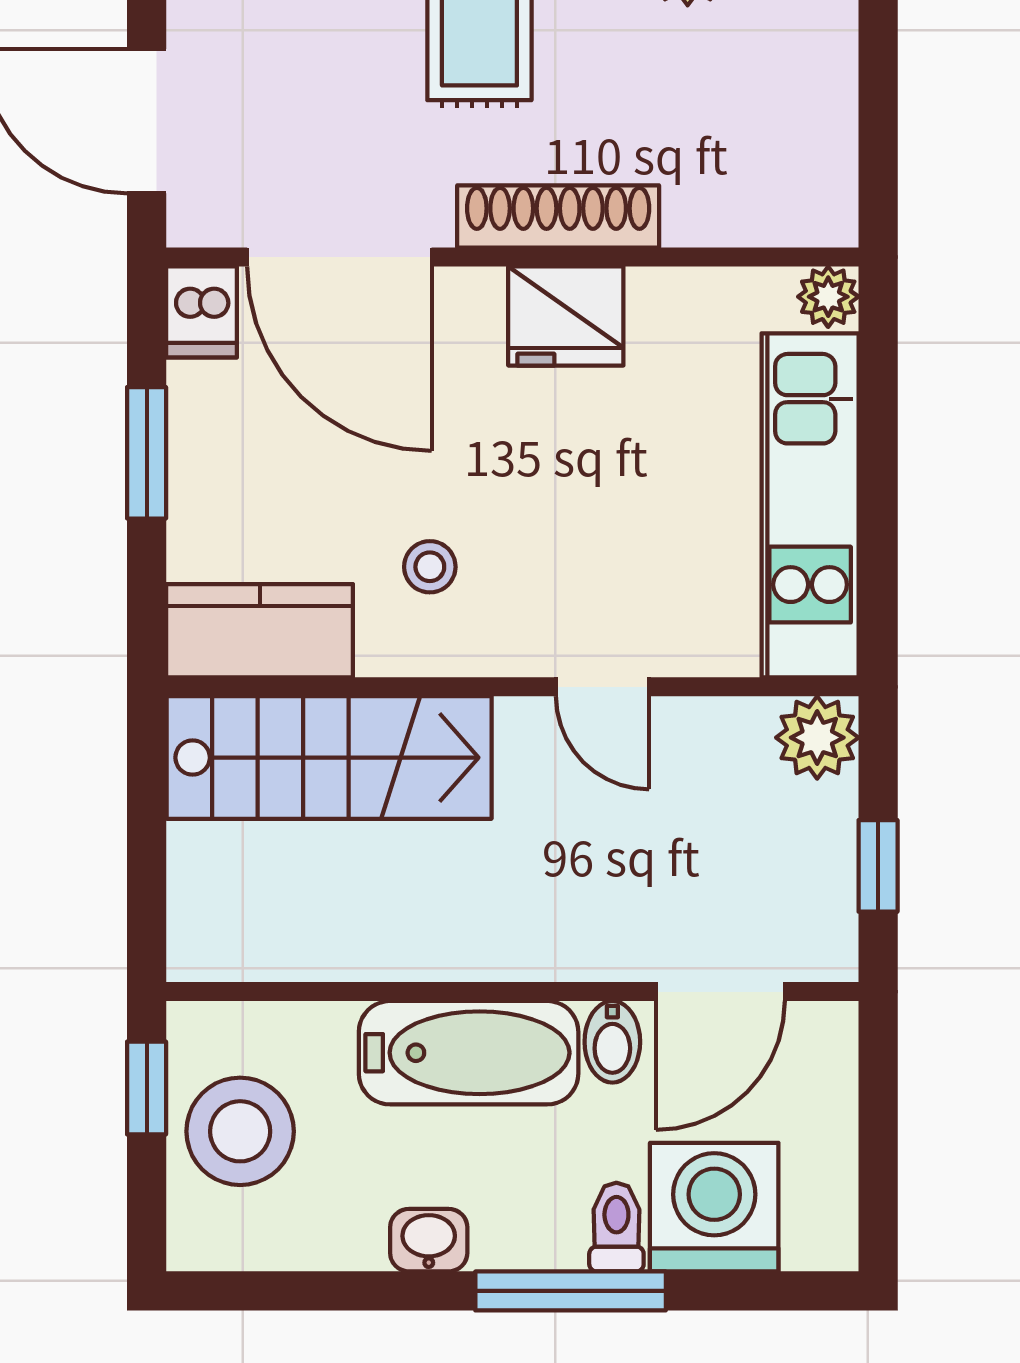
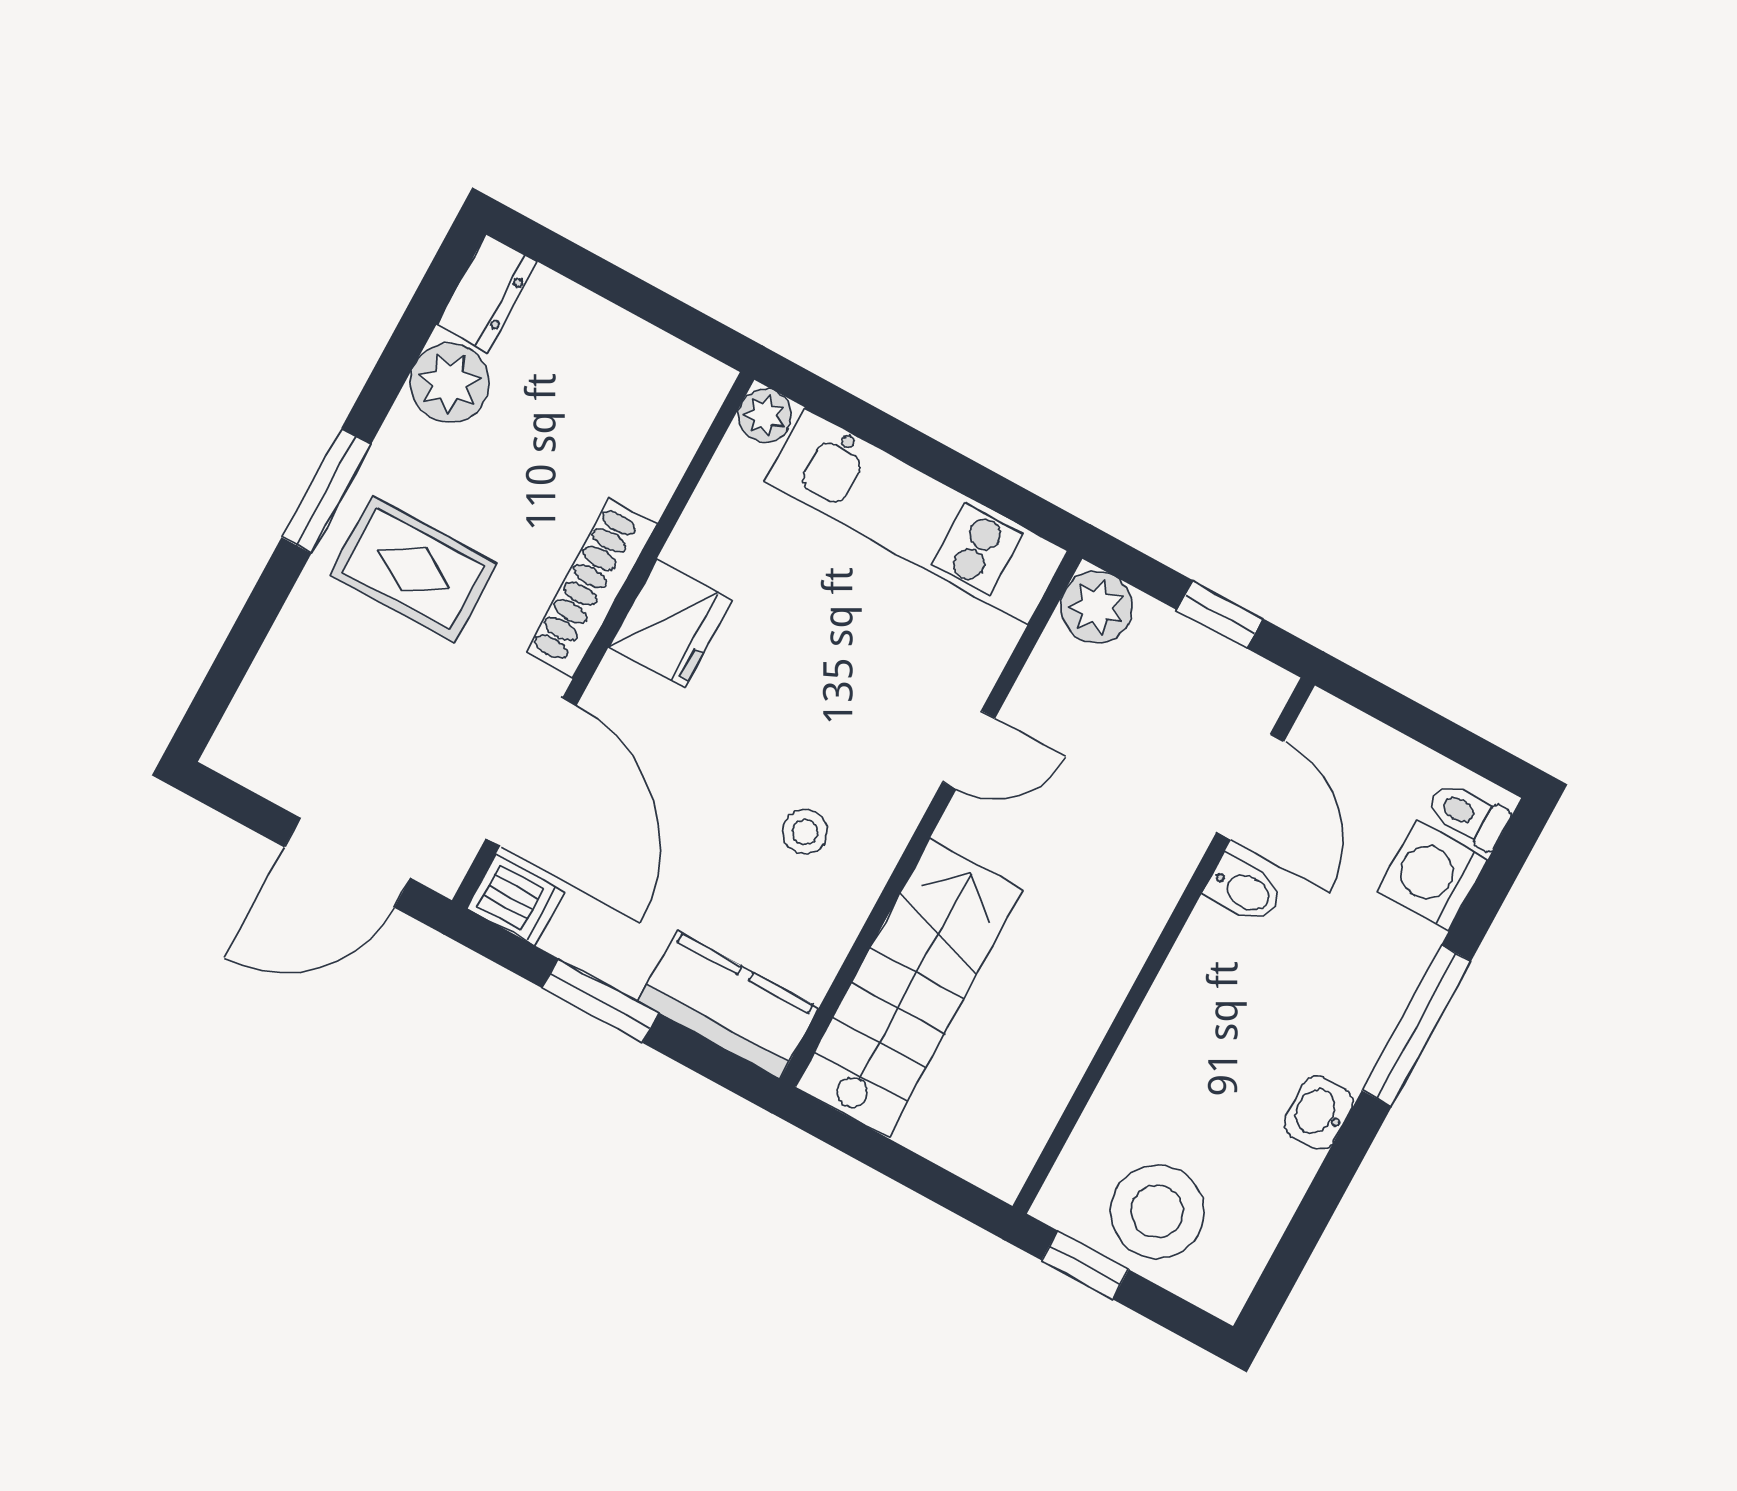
door: (339, 257) -> (531, 772), hinge flipped
kitchen counter: (260, 631) -> (728, 1005), moved, turned 90
bathtub: (469, 1053) -> (1192, 1004), removed
washing machine: (714, 1207) -> (1433, 875), width x0.73, depth x0.73
toilet: (616, 1227) -> (1468, 815), moved

